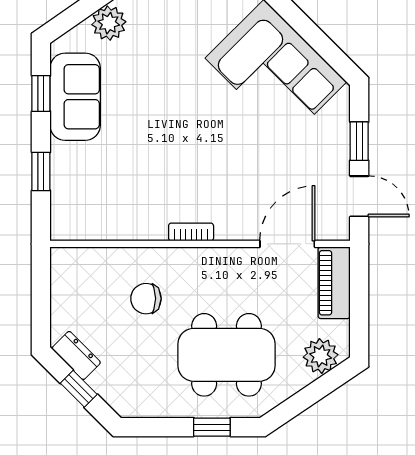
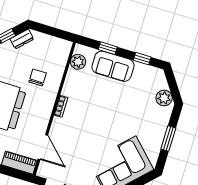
sofa: (75, 97) -> (113, 66), moved
plant: (88, 225) -> (78, 62), added

